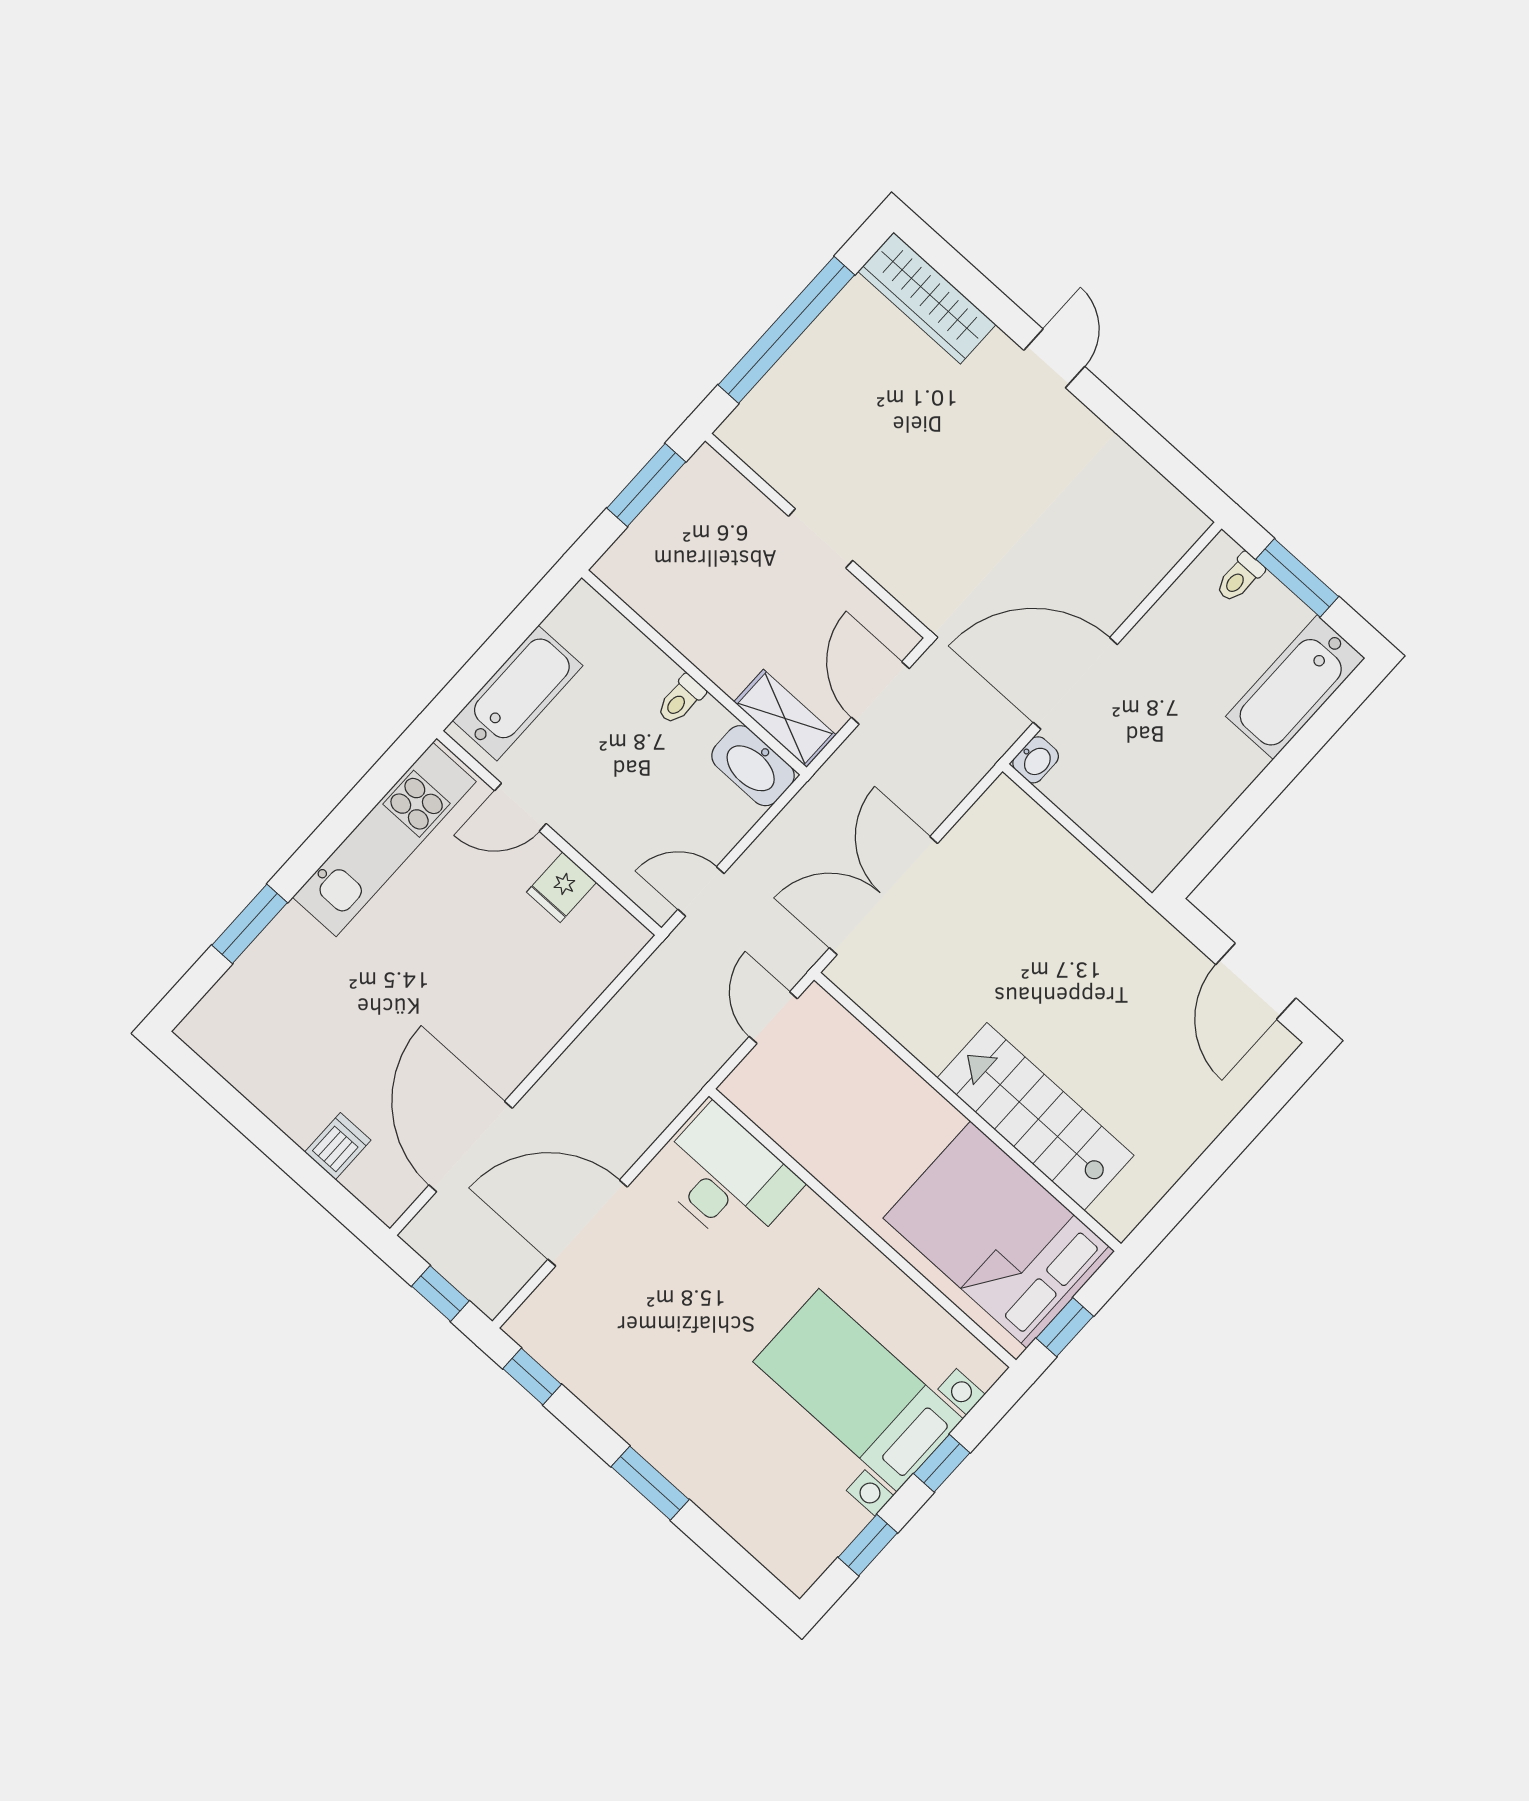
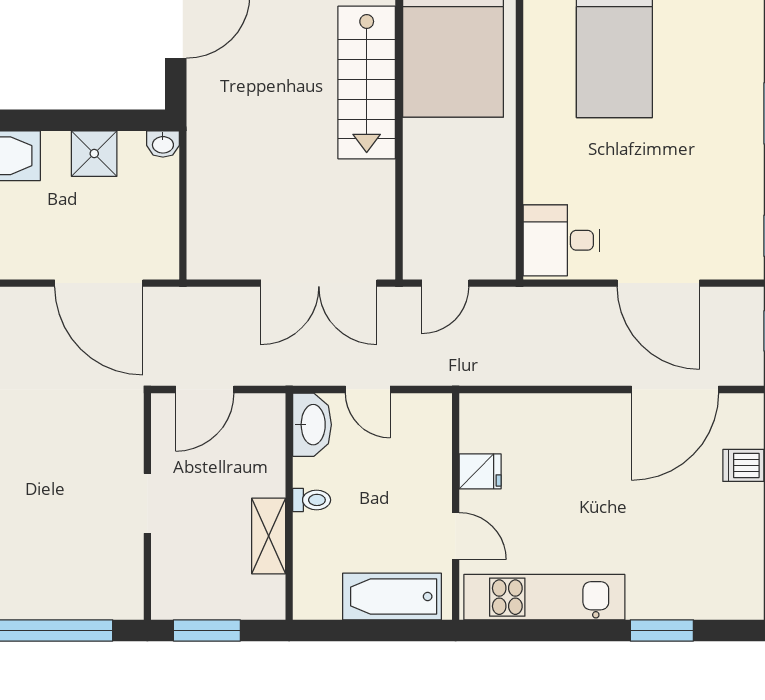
shelving: (785, 718) -> (269, 536), moved
washbasin: (1036, 760) -> (163, 144), moved, turned 180
shower: (1204, 792) -> (94, 154), added
door: (701, 891) -> (368, 389), moved
desk: (726, 1178) -> (561, 240), width x0.73

